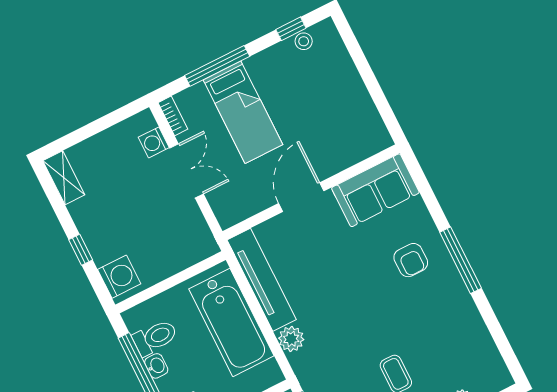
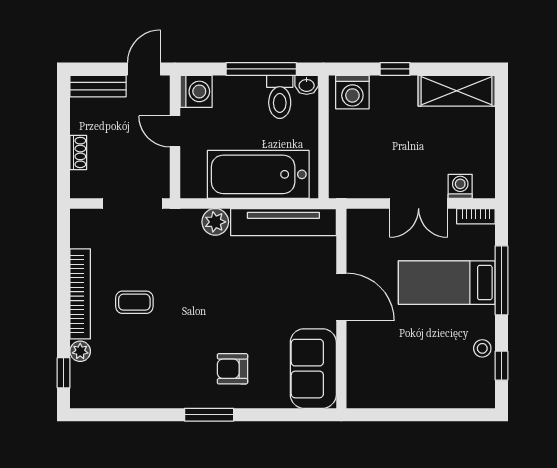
stool: (304, 41) -> (482, 348), moved
shelving: (64, 178) -> (457, 91), width x1.50, depth x1.33
window: (461, 260) -> (209, 415), width x0.69
washbasin: (156, 366) -> (307, 85), moved

